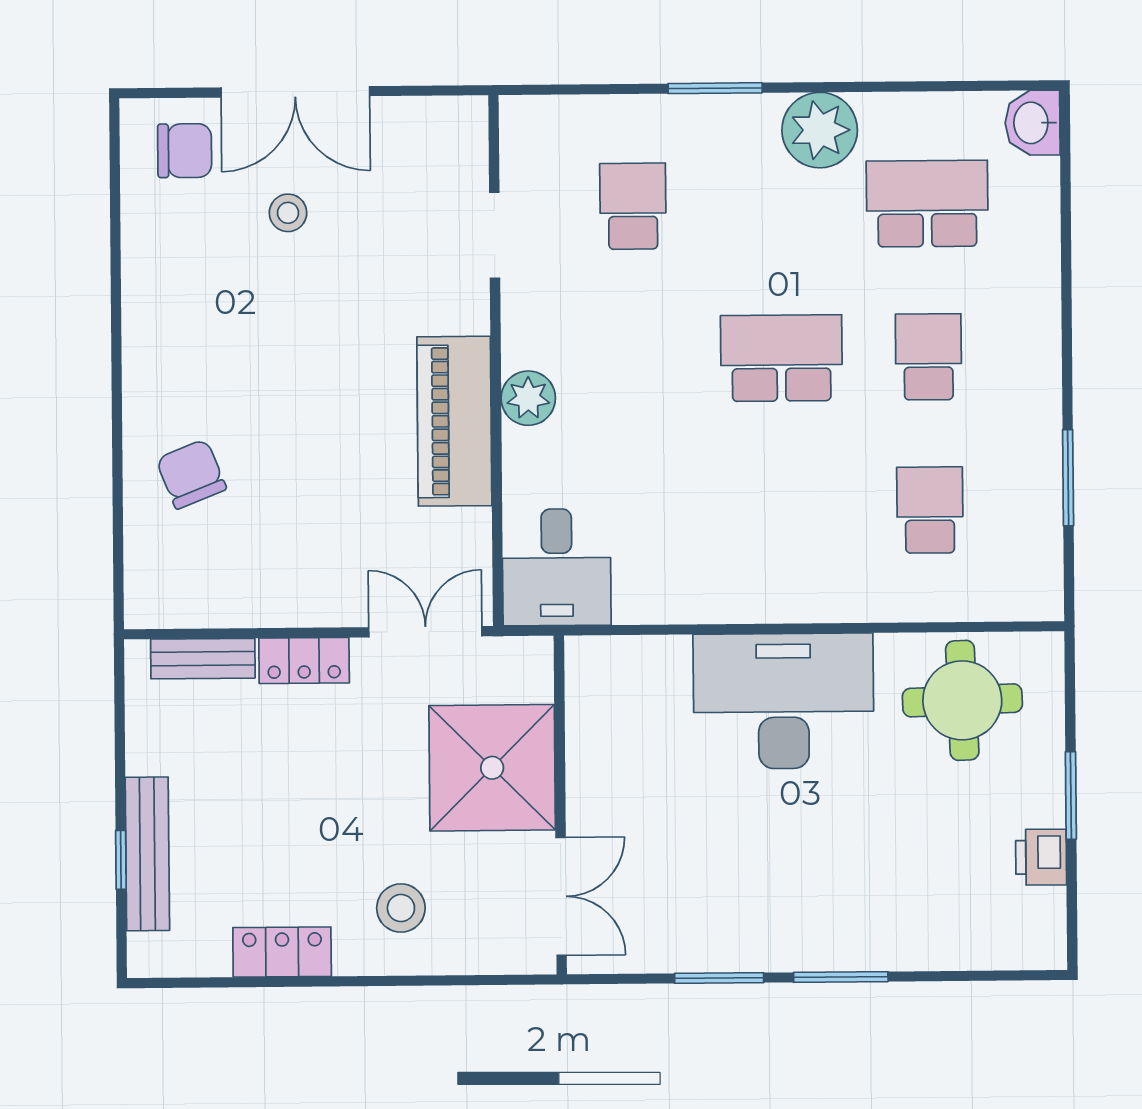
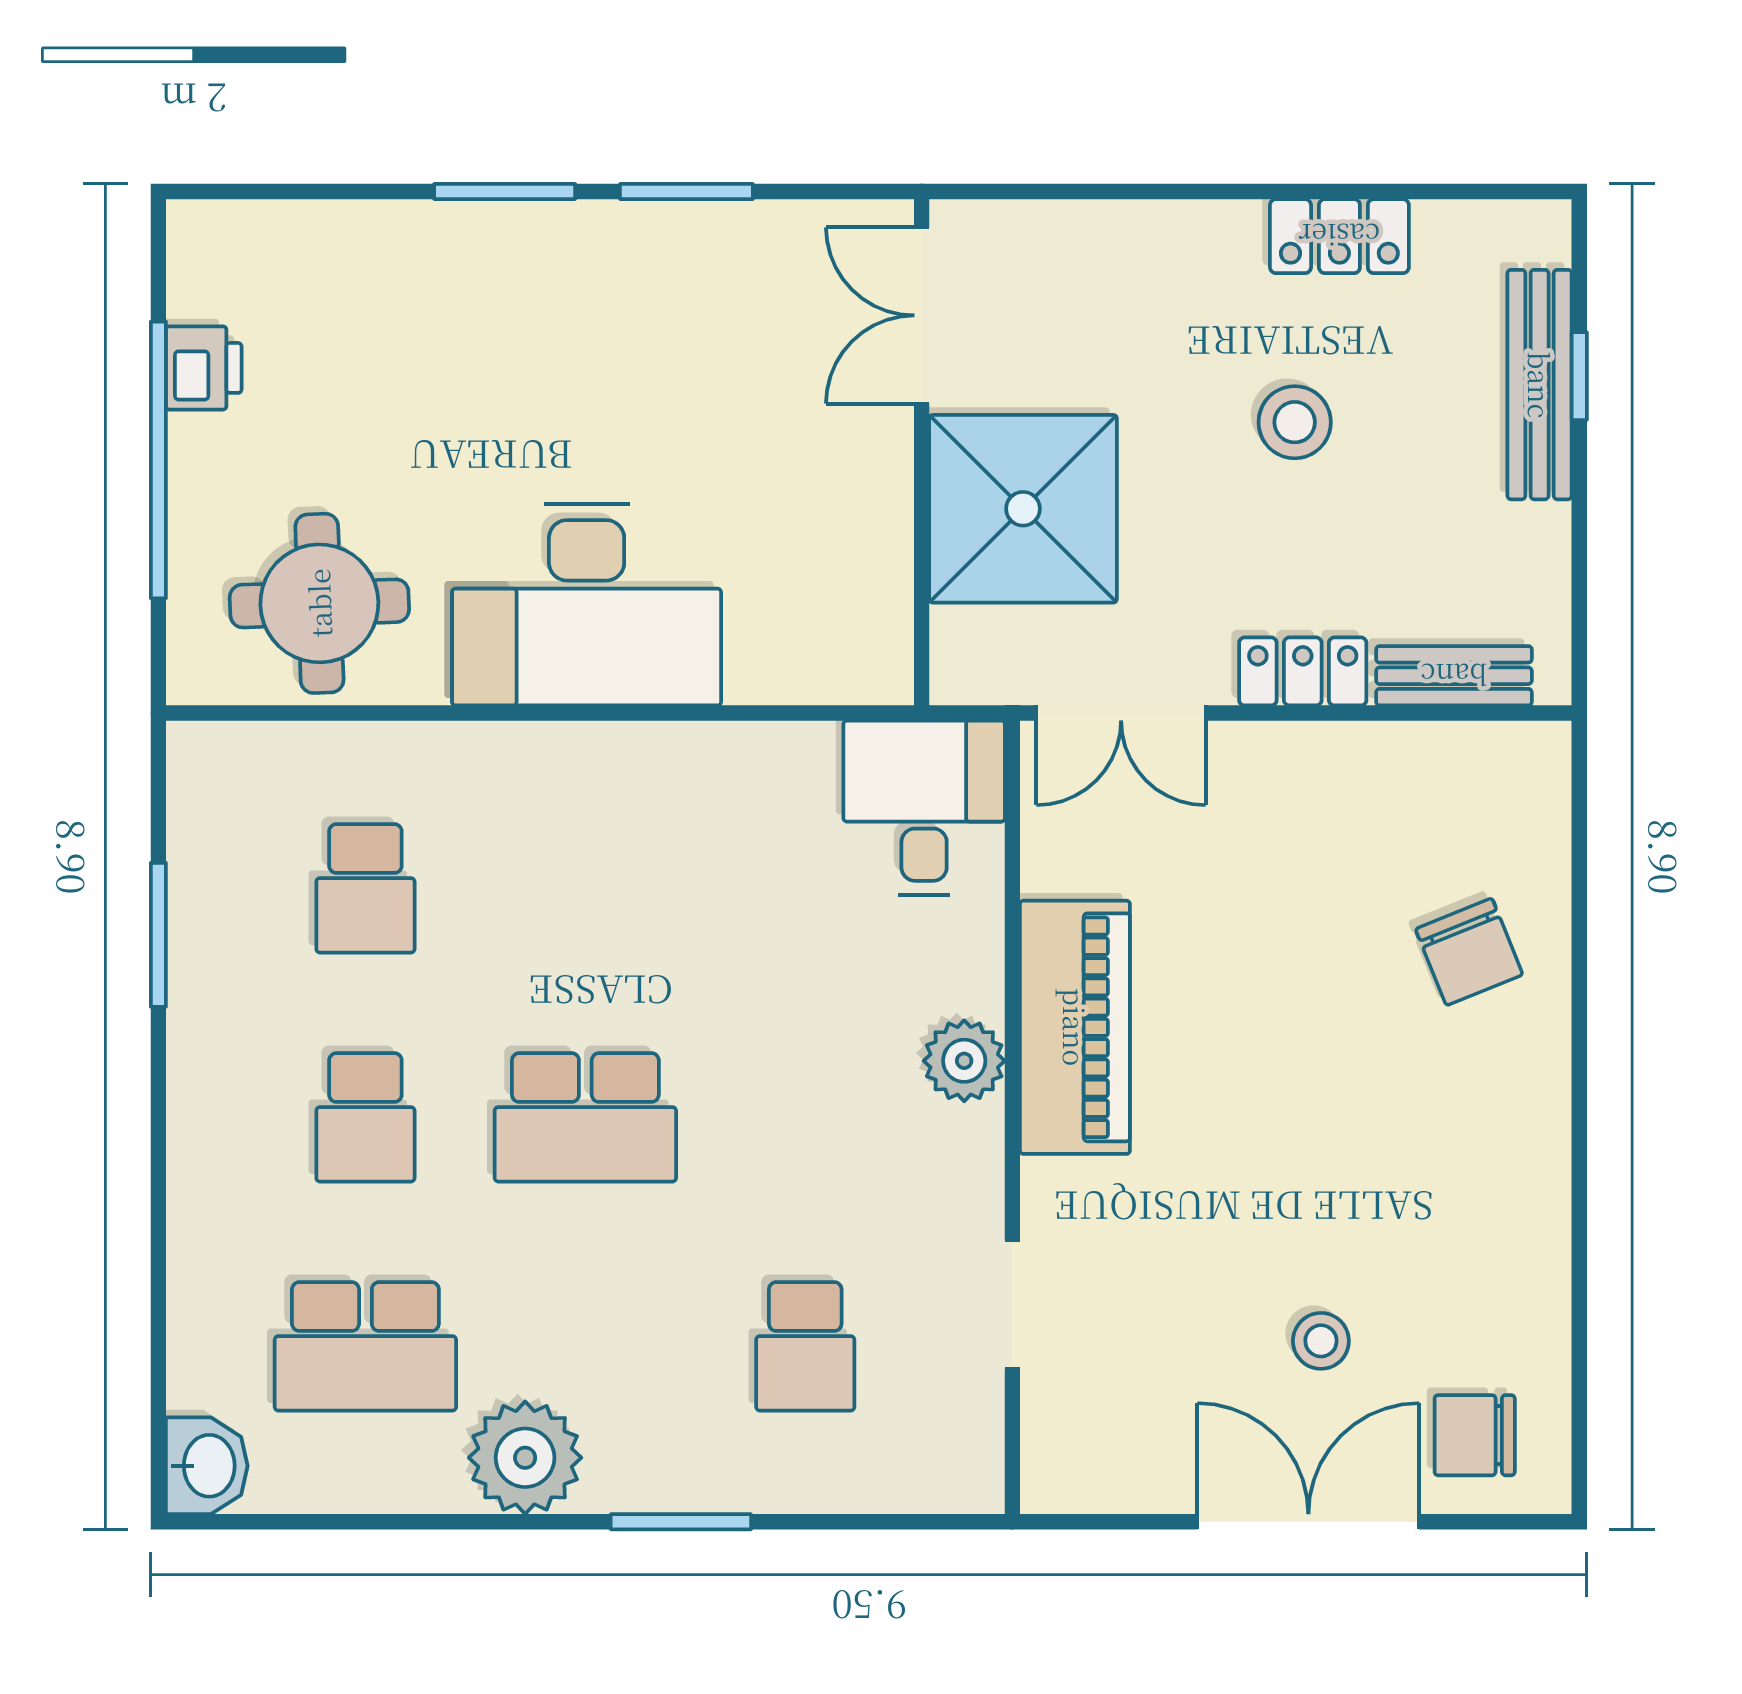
window: (1071, 795) -> (158, 460), width x2.11
stool: (401, 908) -> (1295, 422), moved

